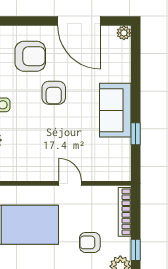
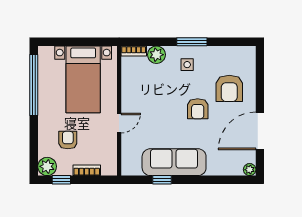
armchair: (54, 93) -> (198, 109), turned -90
sofa: (115, 110) -> (174, 162), width x1.36
bookcase: (125, 212) -> (87, 170), width x0.64

